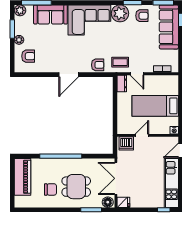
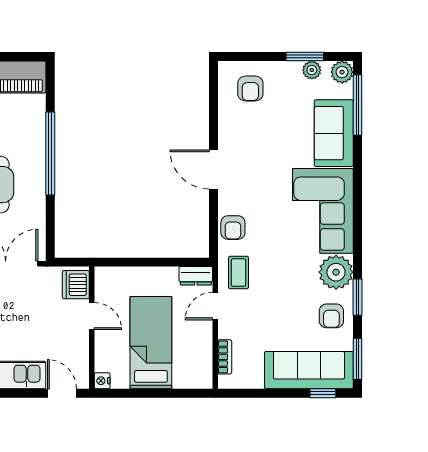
plant: (19, 40) -> (312, 70), moved

